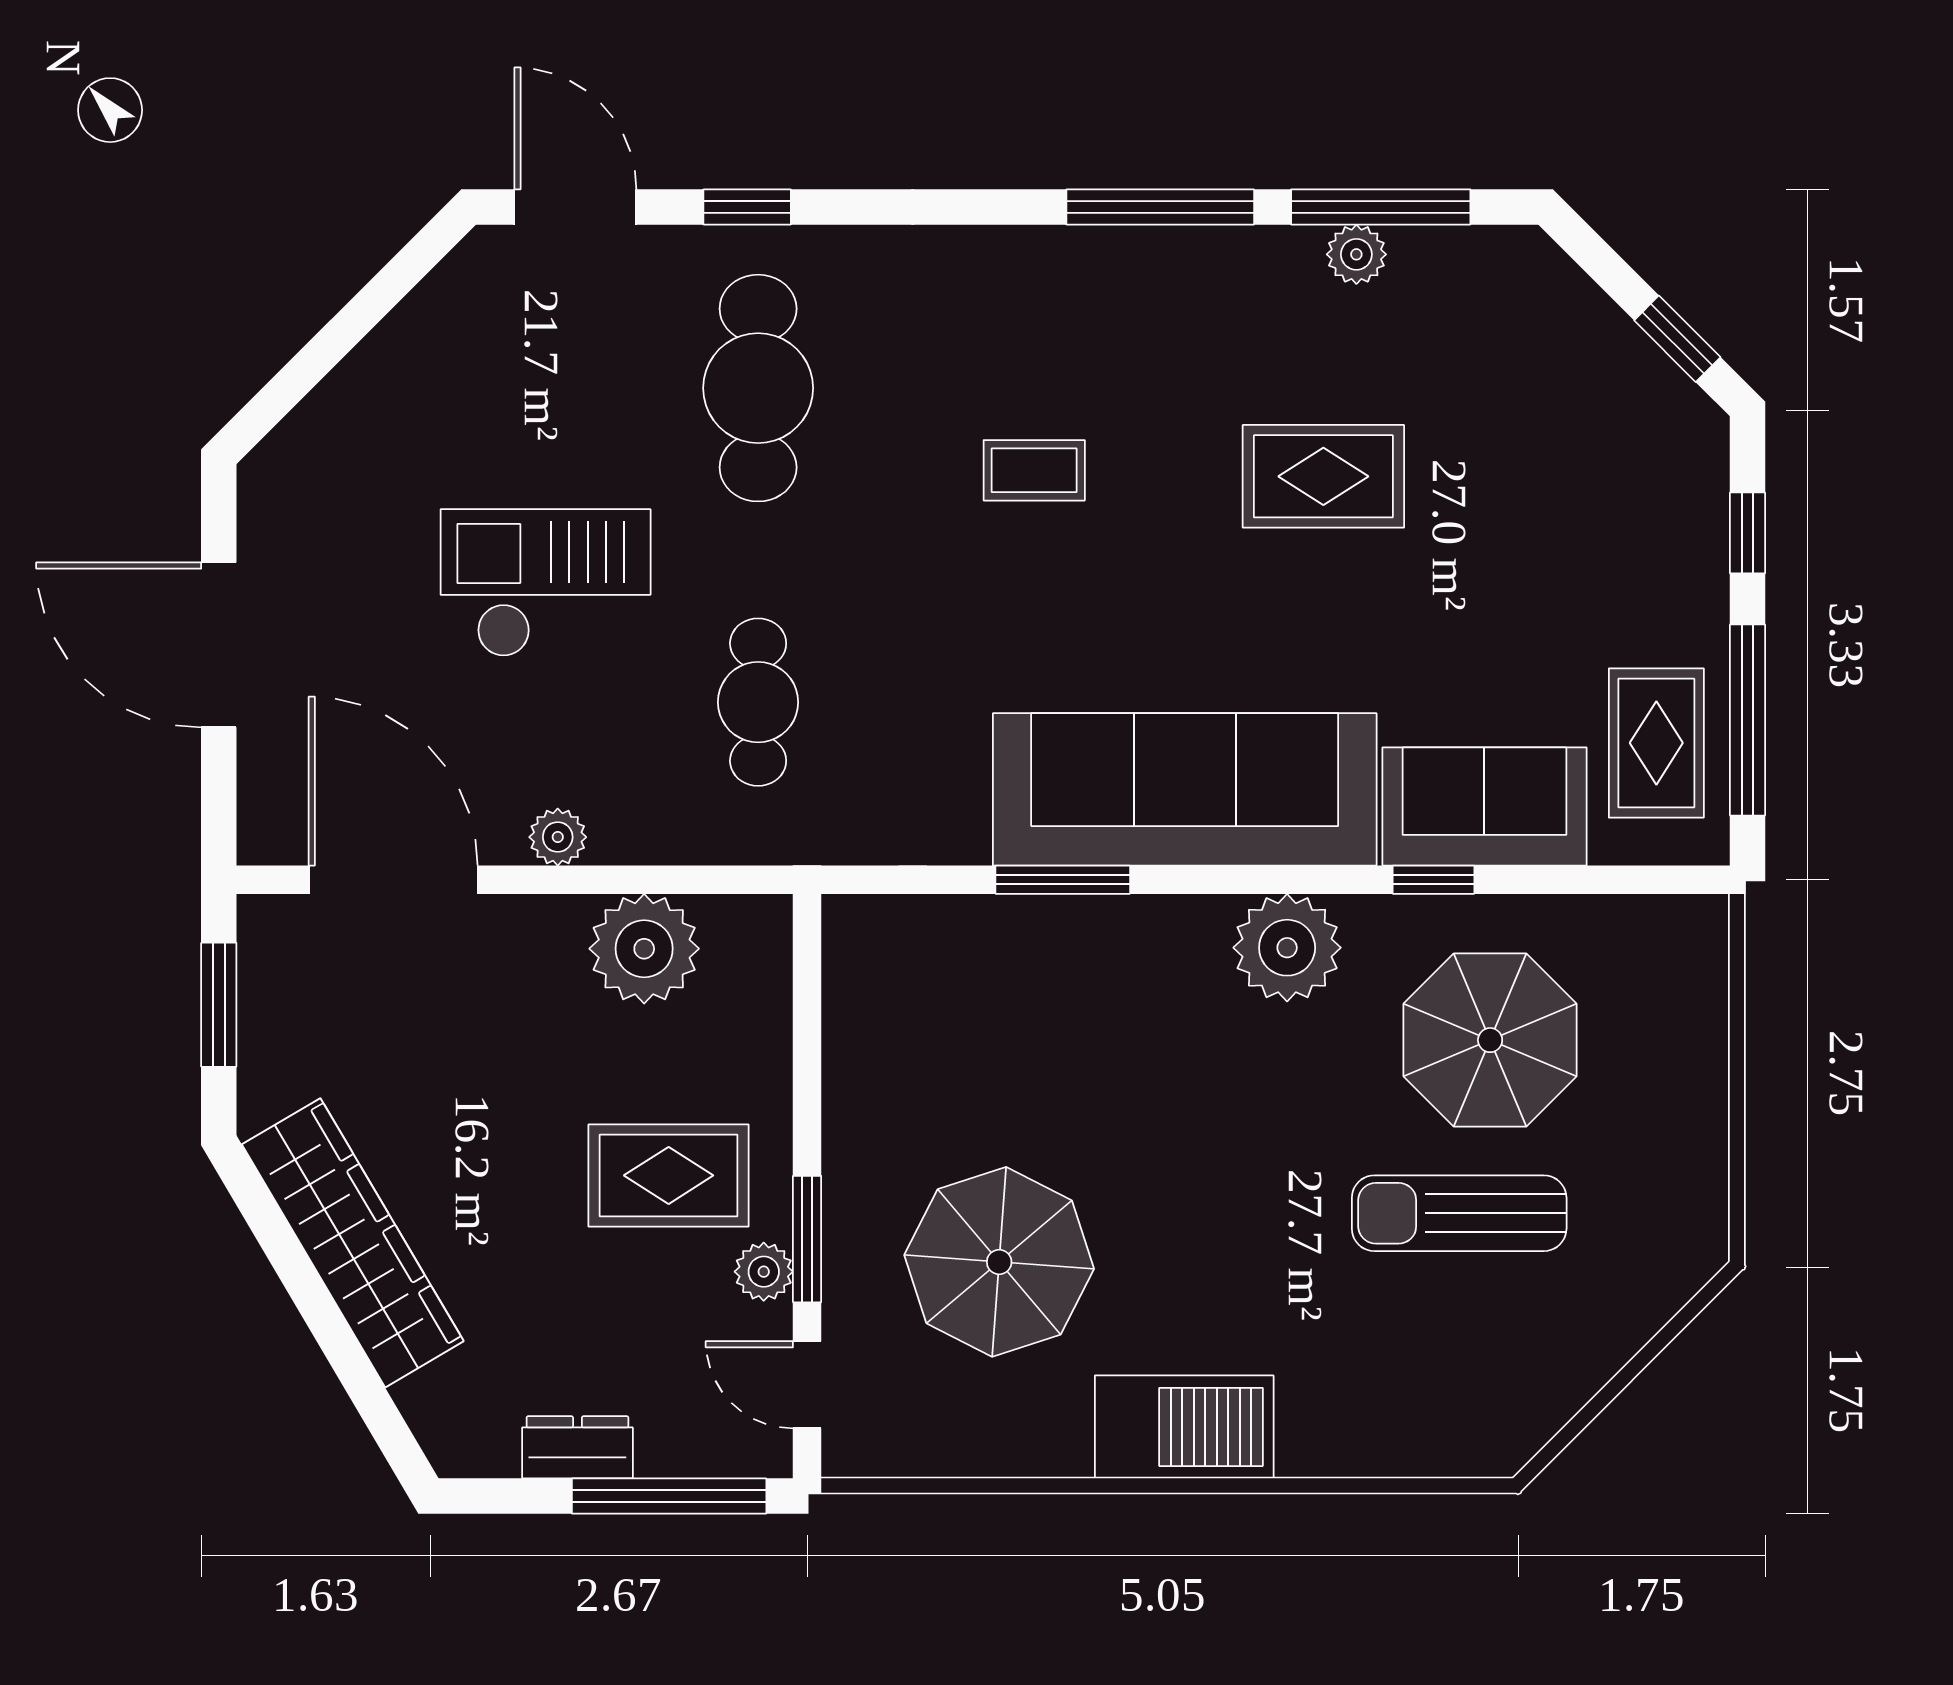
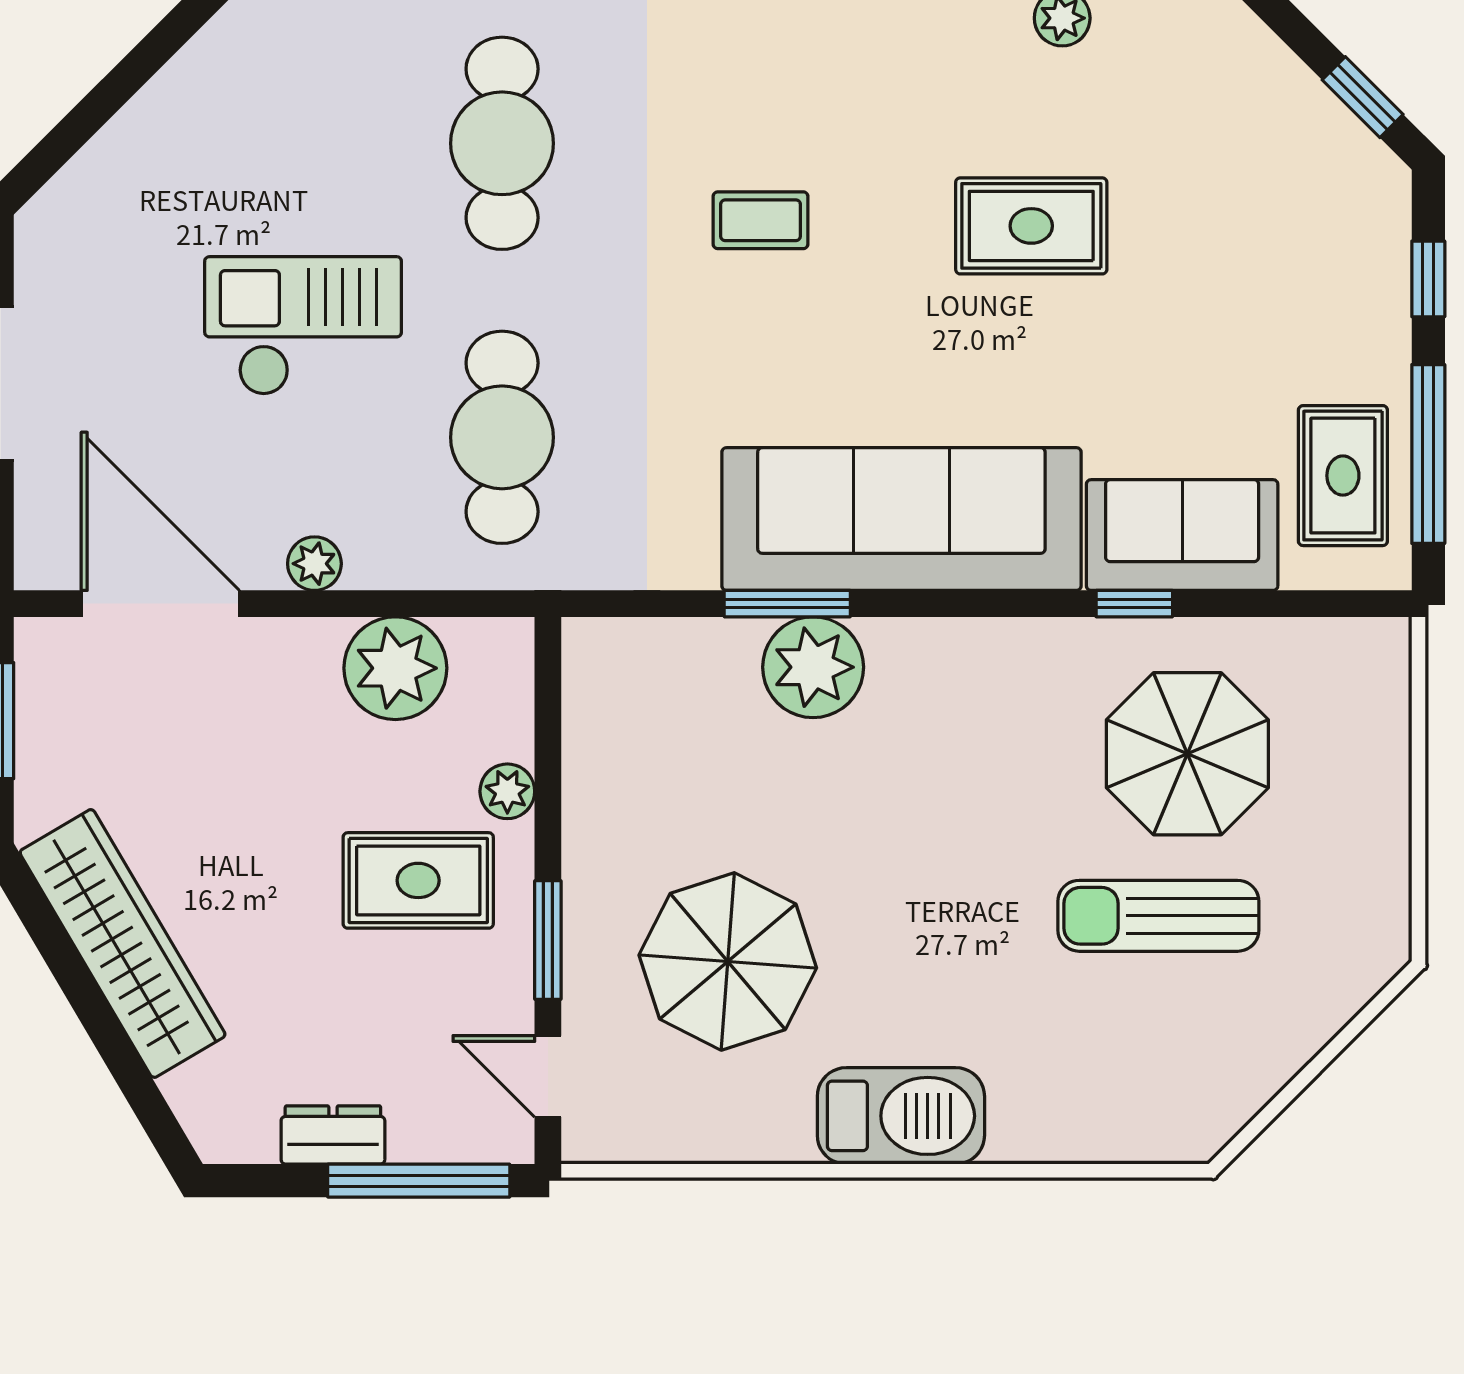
cafe table: (758, 702) -> (502, 437), width x1.37, depth x1.35
plant: (1287, 948) -> (813, 667), moved
plant: (764, 1272) -> (507, 791), moved

